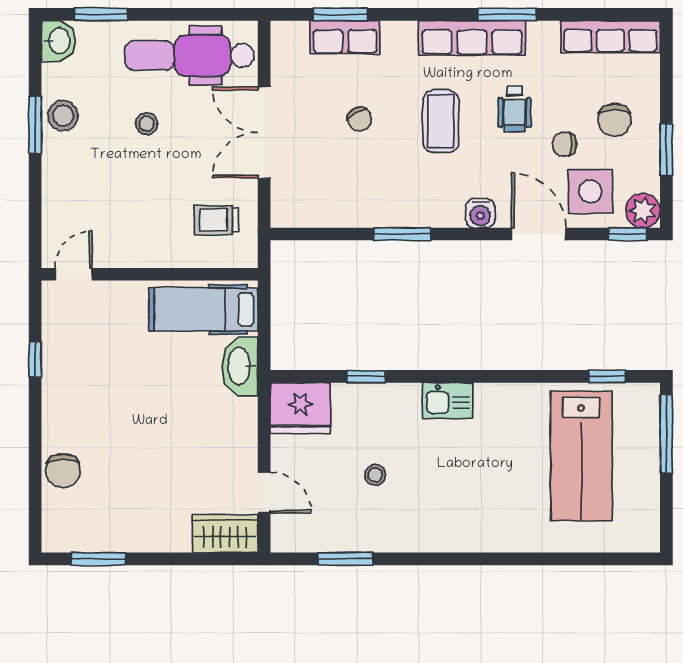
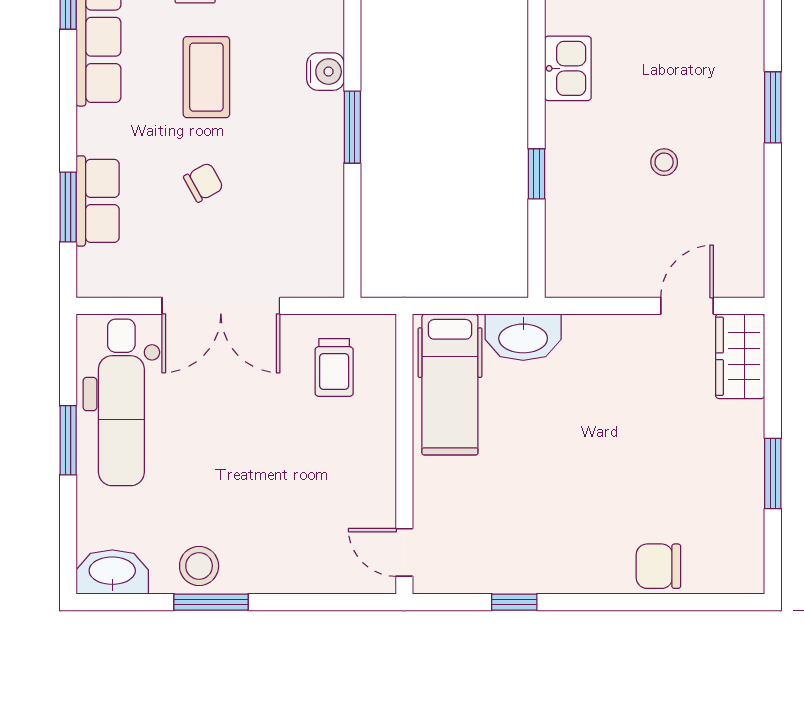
window: (101, 14) -> (68, 440), moved
washbasin: (58, 41) -> (112, 572), width x1.38
coffee table: (441, 121) -> (206, 77), turned 90
stool: (147, 124) -> (210, 458), removed
water cooler: (480, 213) -> (326, 72), moved
fridge: (301, 408) -> (578, 259), removed
chair: (63, 471) -> (658, 566), turned 180
window: (98, 559) -> (773, 474), moved
window: (346, 559) -> (773, 107), moved

